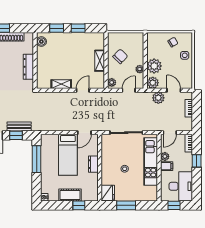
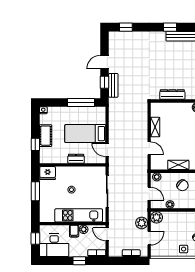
plant: (154, 66) -> (173, 219), removed

